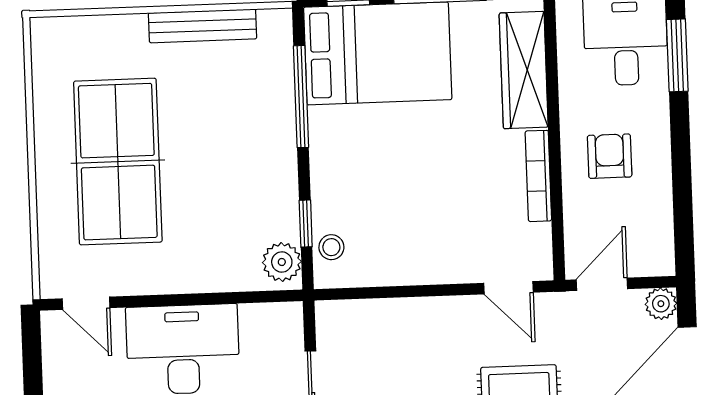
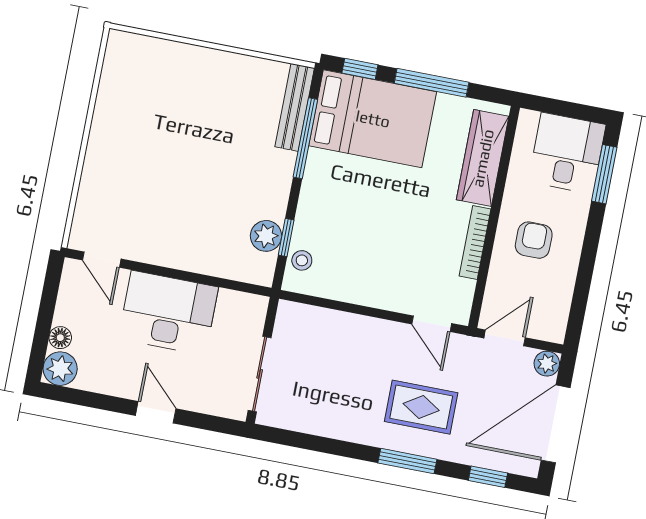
bench: (203, 26) -> (295, 107), moved, turned 90
table tennis table: (118, 162) -> (152, 156), removed
plant: (282, 262) -> (266, 236), moved

